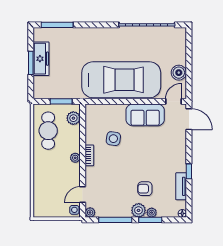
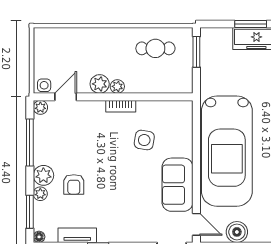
window: (61, 101) -> (196, 52), moved
plant: (73, 118) -> (100, 84), moved
cafe table: (48, 131) -> (155, 48), width x0.73, depth x0.74
armchair: (145, 189) -> (74, 184), turned 180
door: (83, 195) -> (66, 97), hinge flipped
window: (150, 220) -> (30, 212), moved

